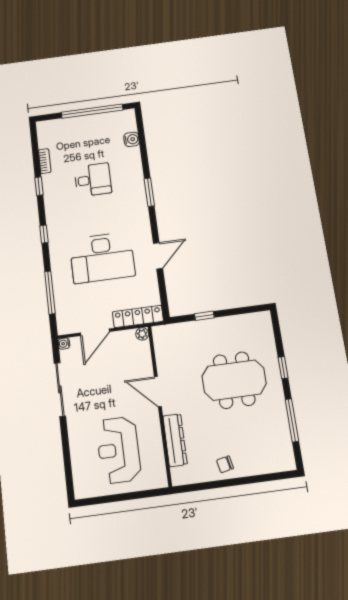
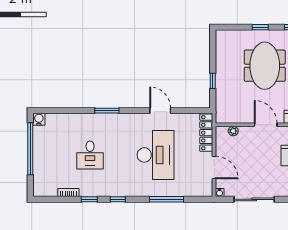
water cooler: (132, 139) -> (39, 119), moved
desk: (93, 180) -> (90, 155), turned 180
window: (44, 234) -> (118, 199), moved
window: (50, 293) -> (167, 199), moved
plant: (142, 334) -> (233, 131), moved
door: (158, 392) -> (266, 125), swing flipped

